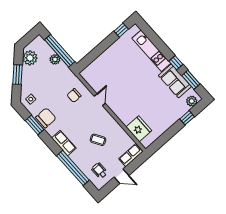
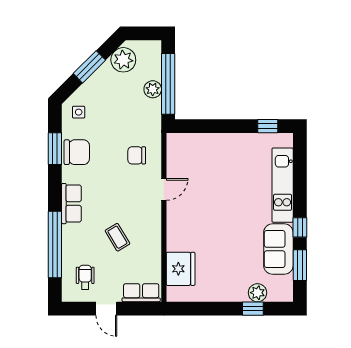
plant: (192, 101) -> (258, 293), moved

